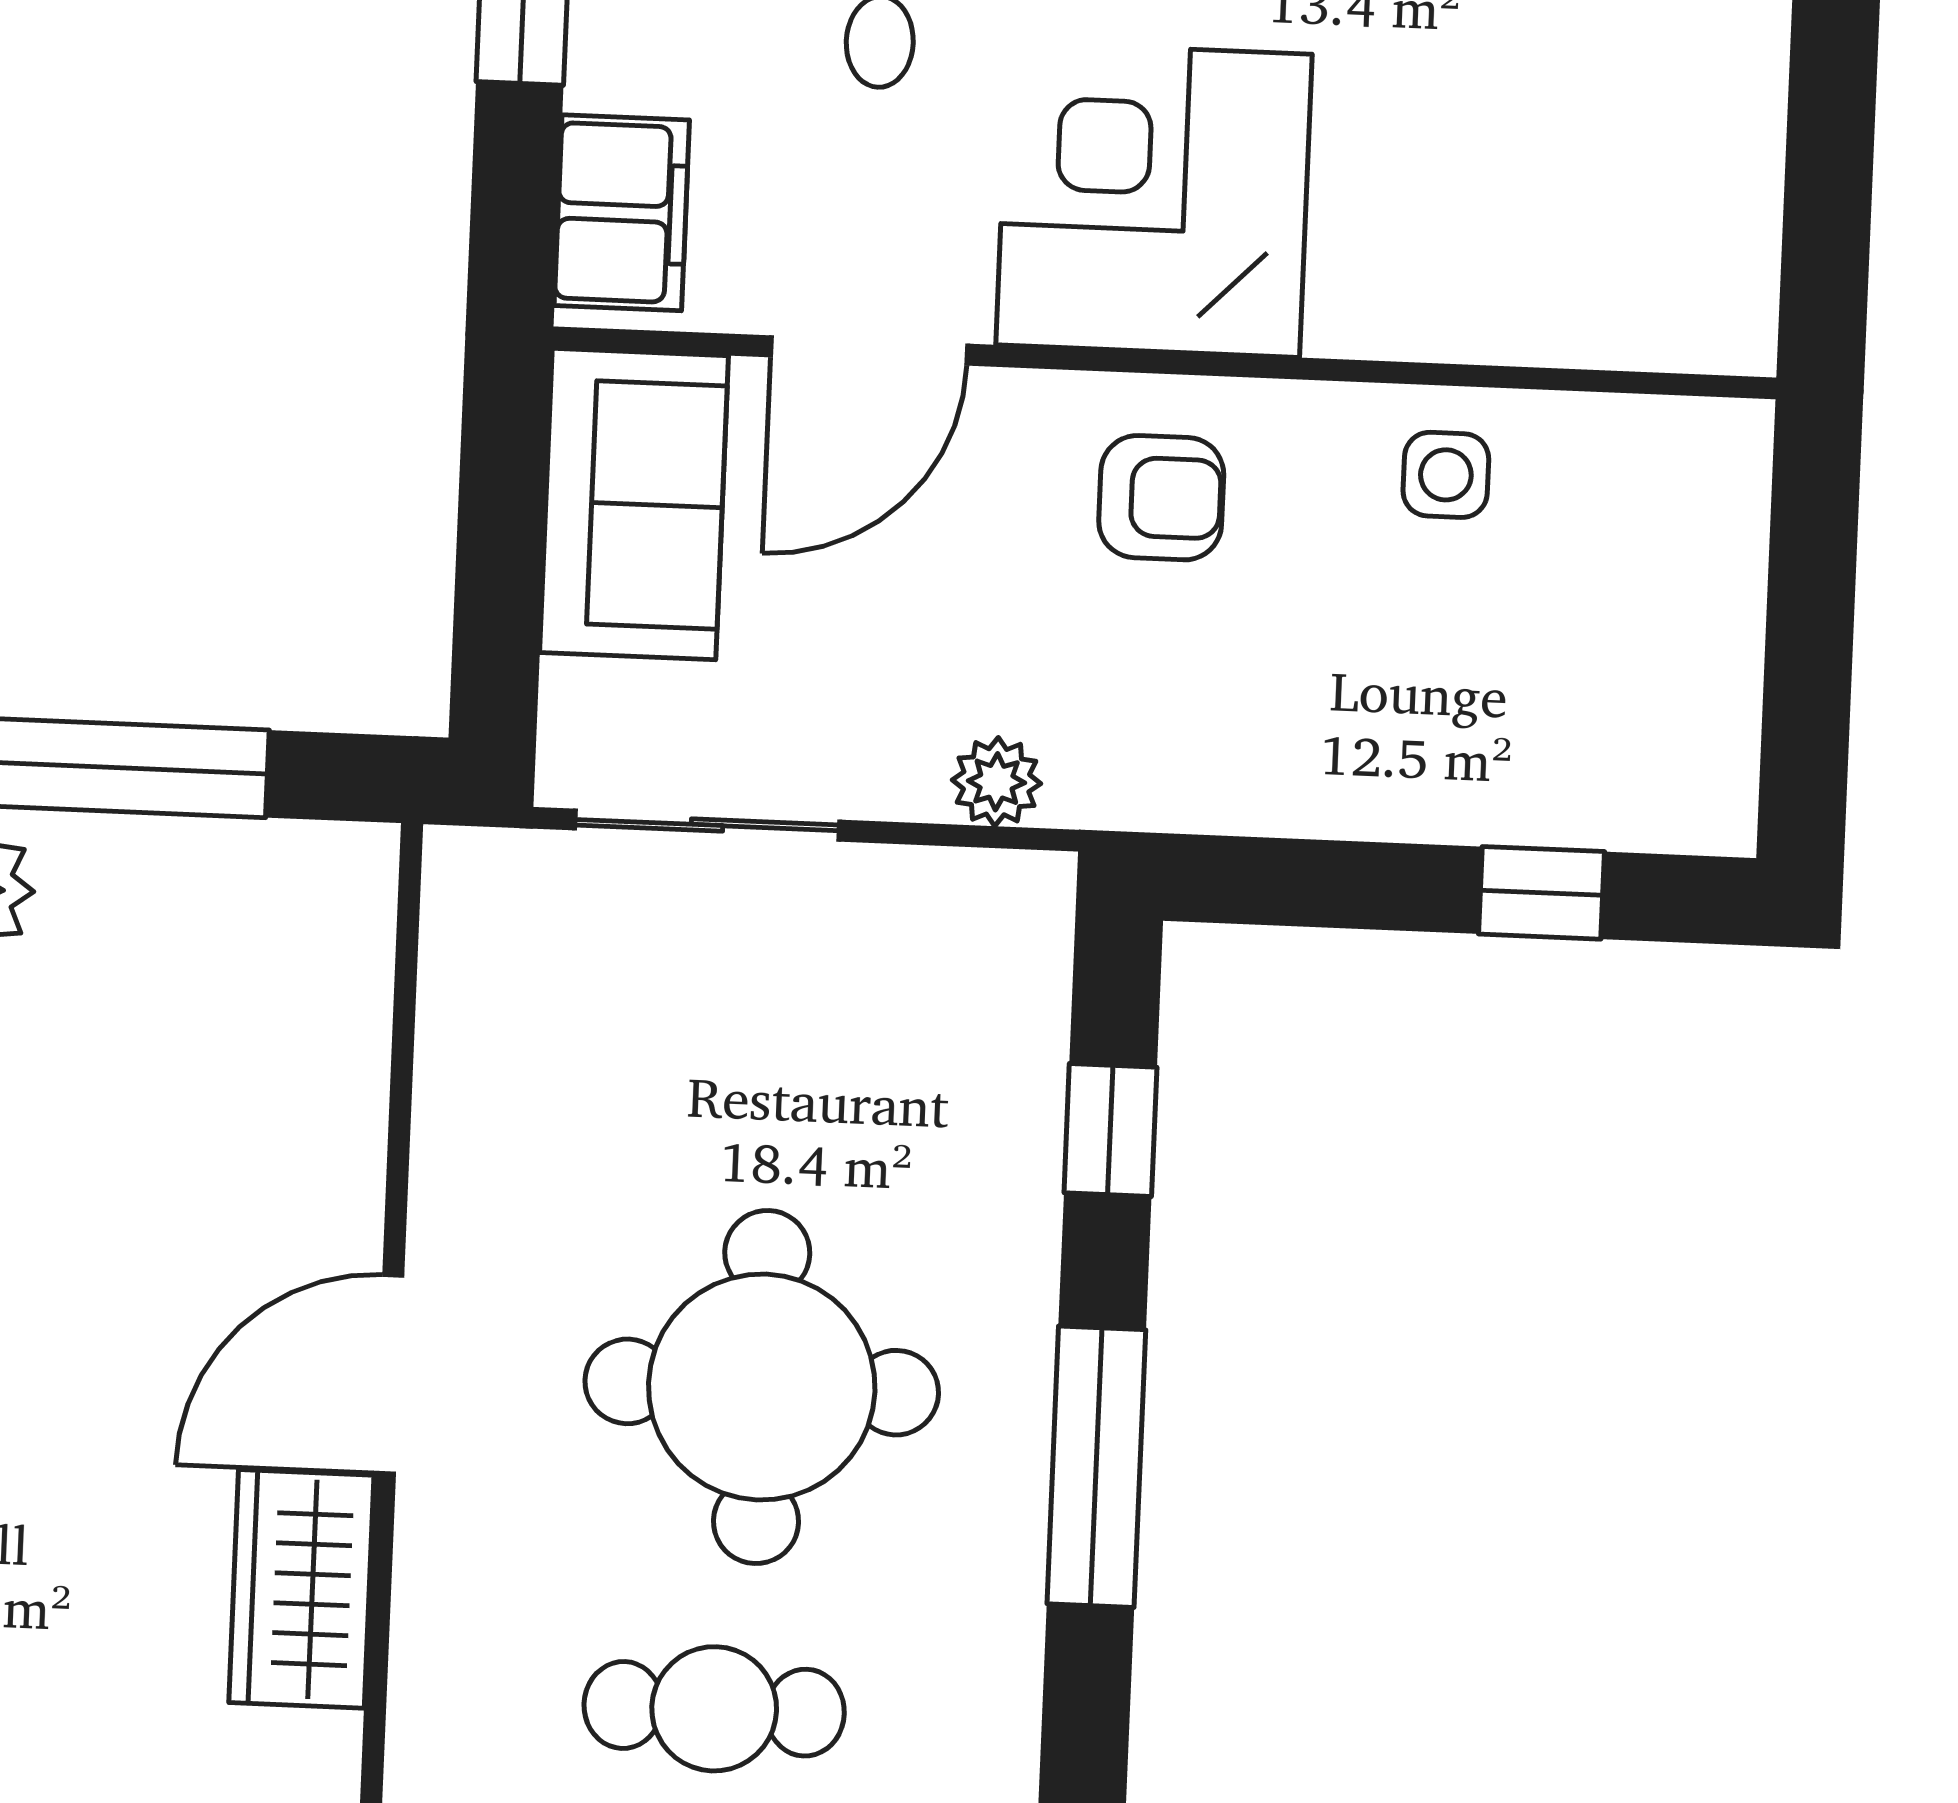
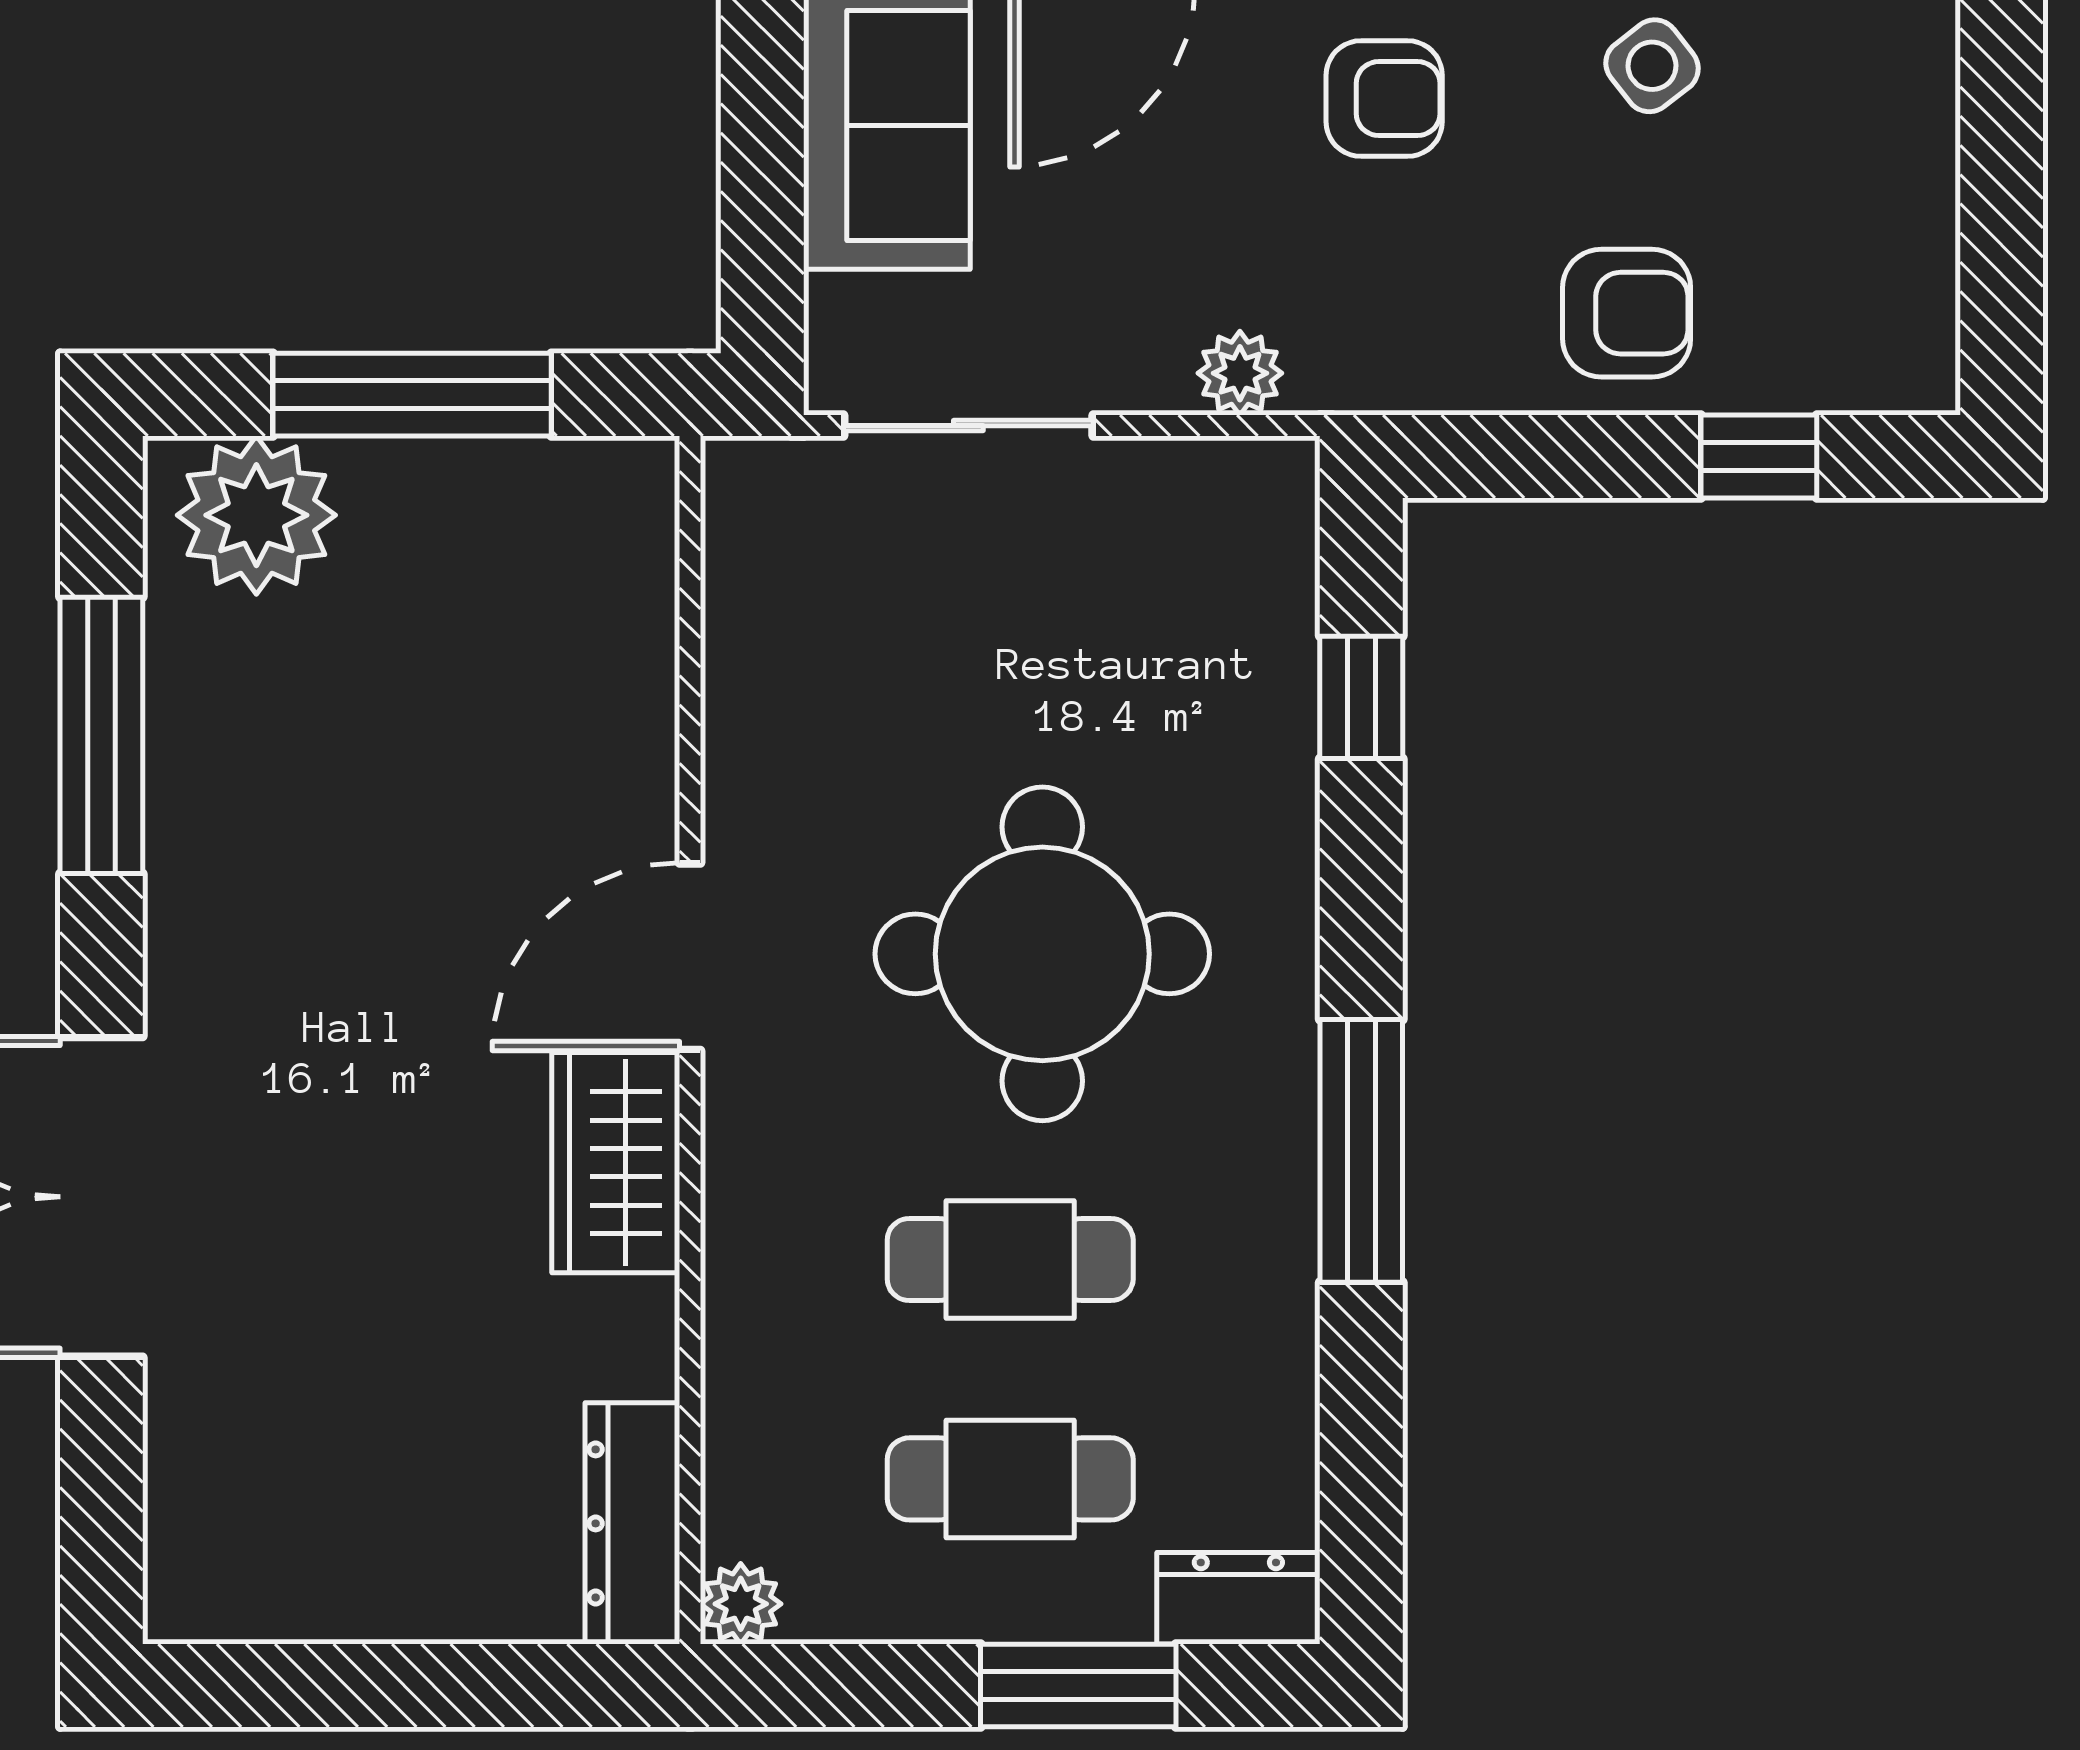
side table: (1446, 475) -> (1652, 66), turned -38
armchair: (1408, 735) -> (1627, 313), added
window: (1096, 1467) -> (1361, 1151), moved

